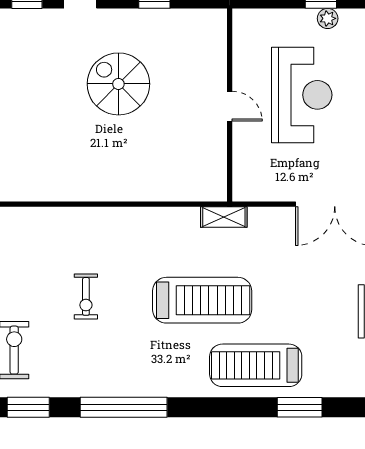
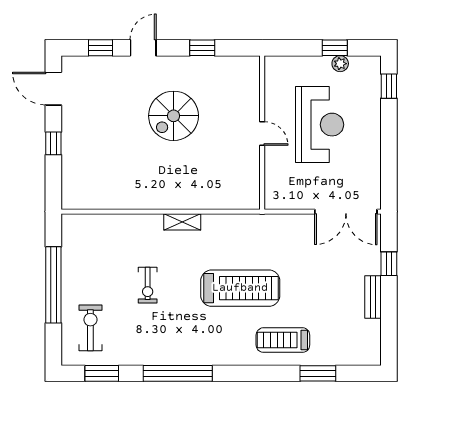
spiral stairs: (118, 84) -> (174, 116), turned -90
shelving: (224, 217) -> (182, 222), moved
treadmill: (256, 365) -> (283, 340), width x0.73, depth x0.73

